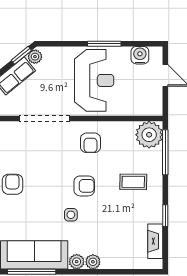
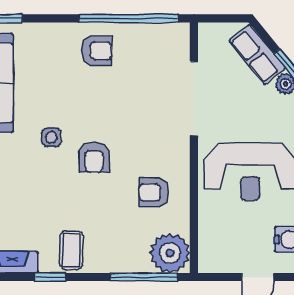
armchair: (91, 143) -> (154, 193), moved
coffee table: (133, 182) -> (71, 250), moved

